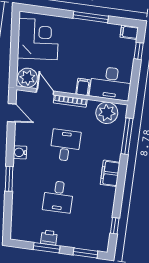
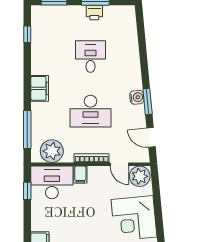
window: (139, 51) -> (27, 191), moved
desk: (65, 145) -> (90, 111), width x1.37
window: (9, 179) -> (148, 101), moved

